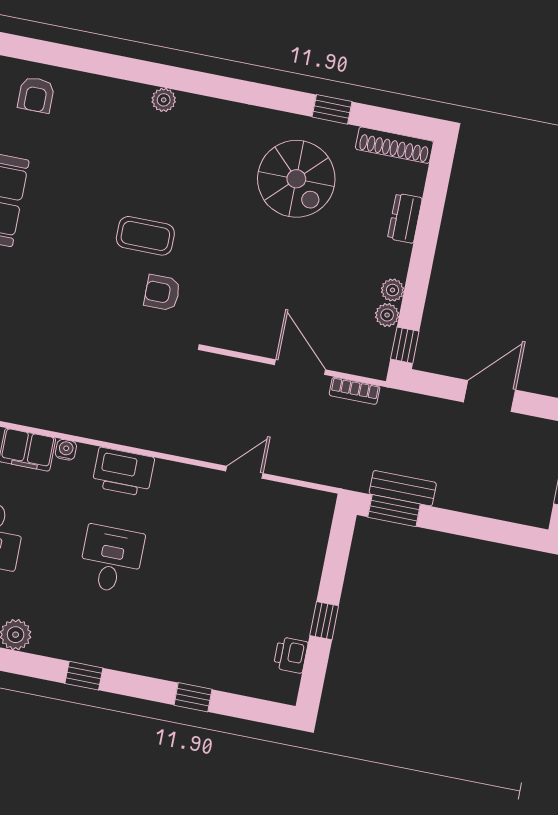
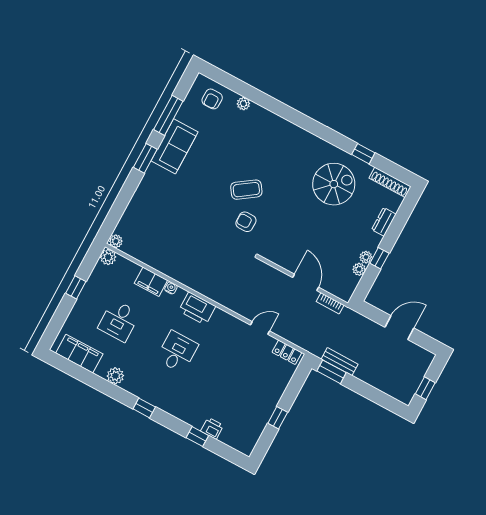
plant: (164, 100) -> (243, 104), moved
spiral stairs: (296, 179) -> (334, 184), turned -90
coffee table: (145, 236) -> (246, 190), turned -35
window: (405, 345) -> (379, 258), moved
locker: (305, 500) -> (287, 352), added
printer: (291, 655) -> (212, 428), moved, turned 90

